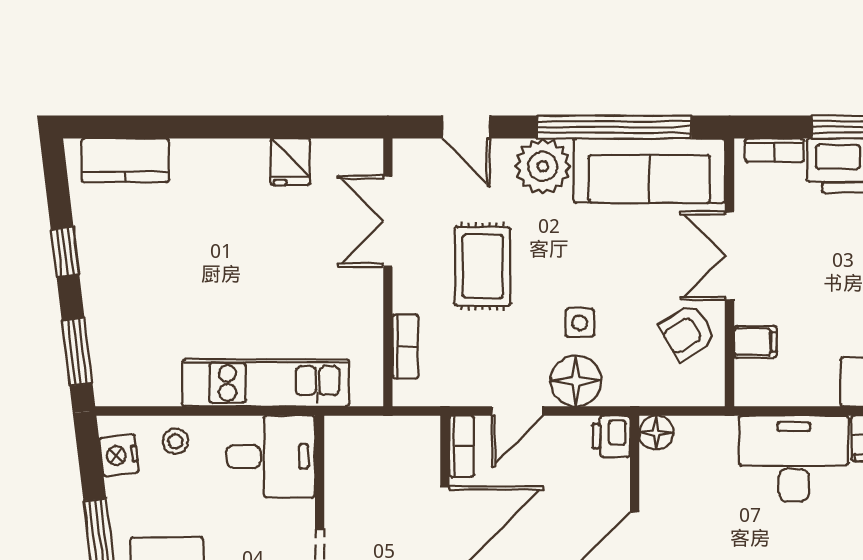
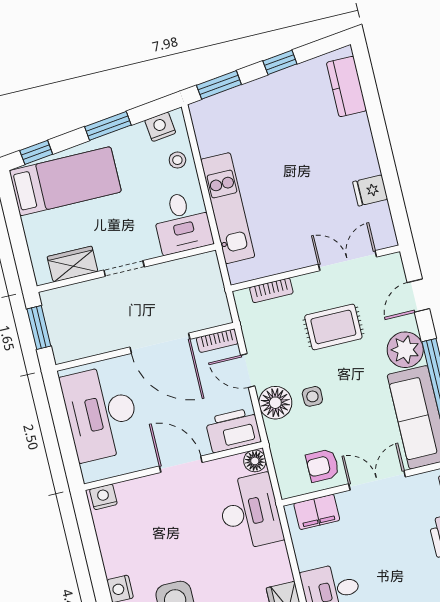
armchair: (688, 332) -> (323, 466), turned -59
filing cabinet: (755, 342) -> (317, 512), width x2.00
printer: (611, 436) -> (233, 430), width x1.87, depth x1.48
desk: (794, 458) -> (250, 512), moved

